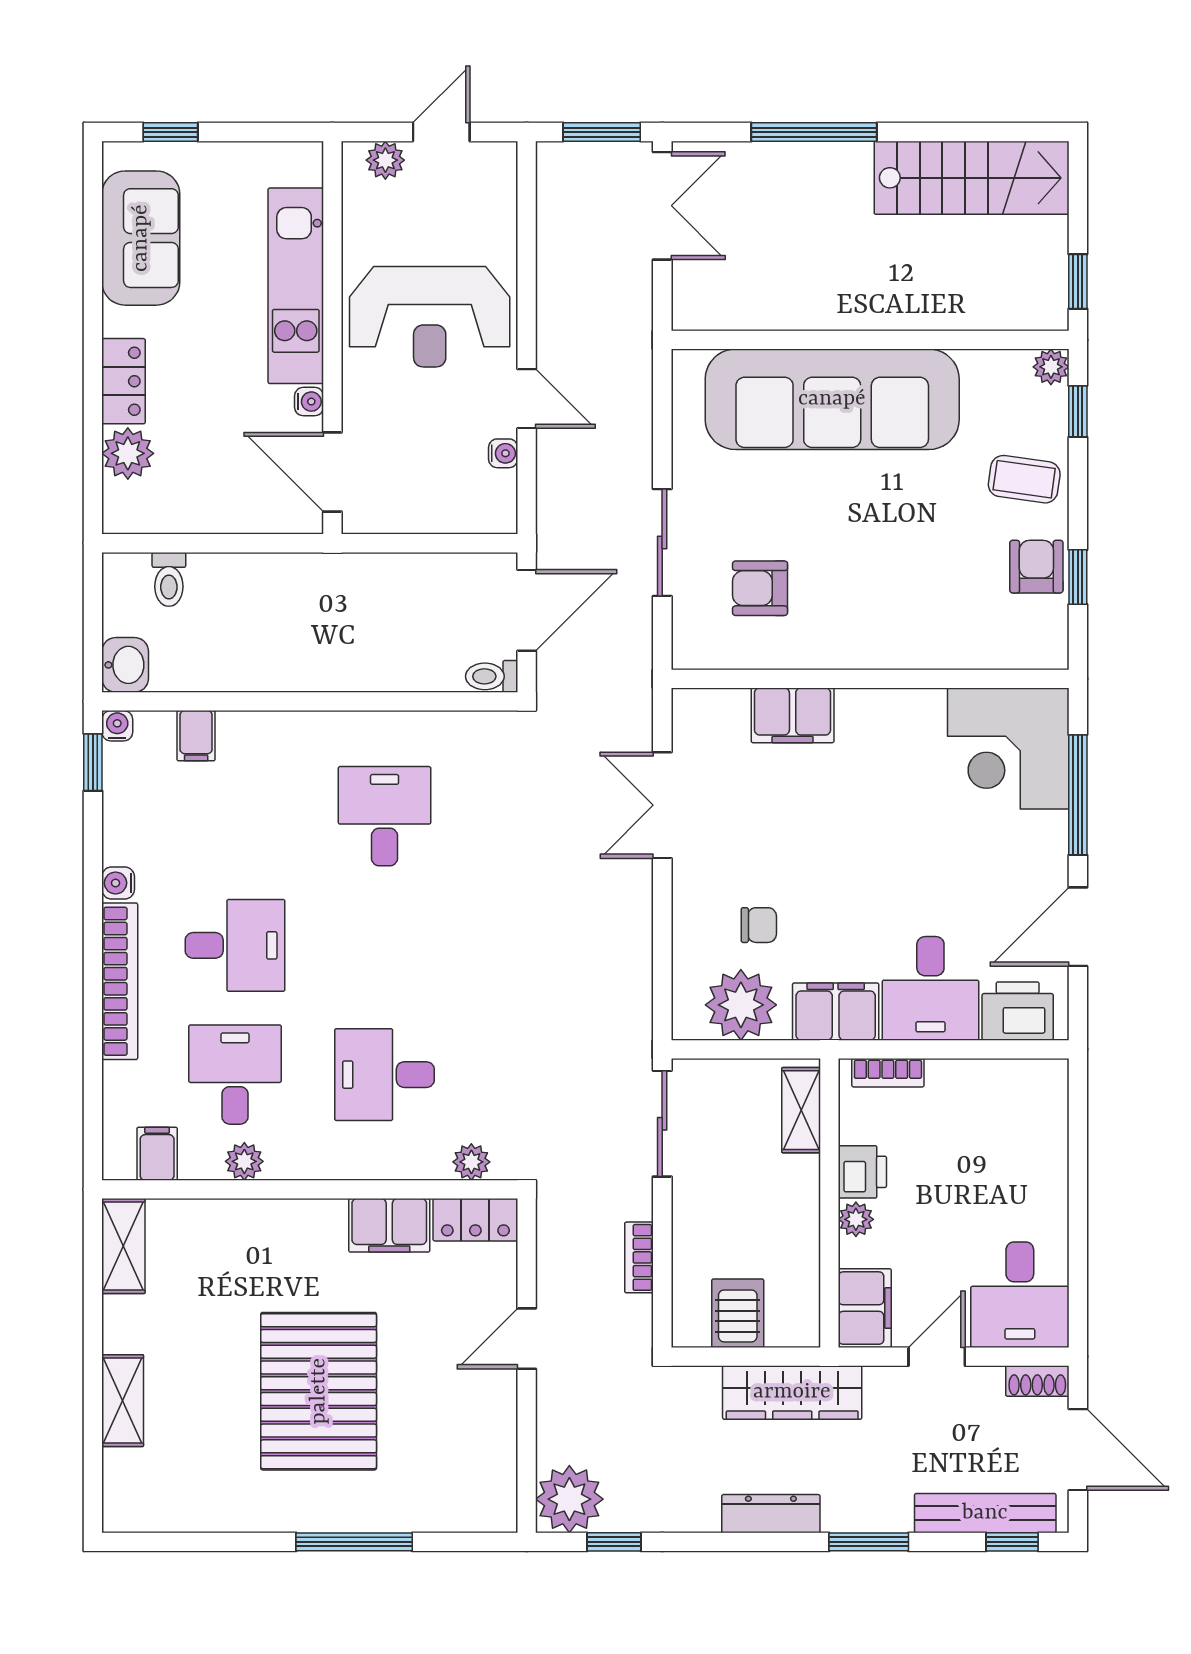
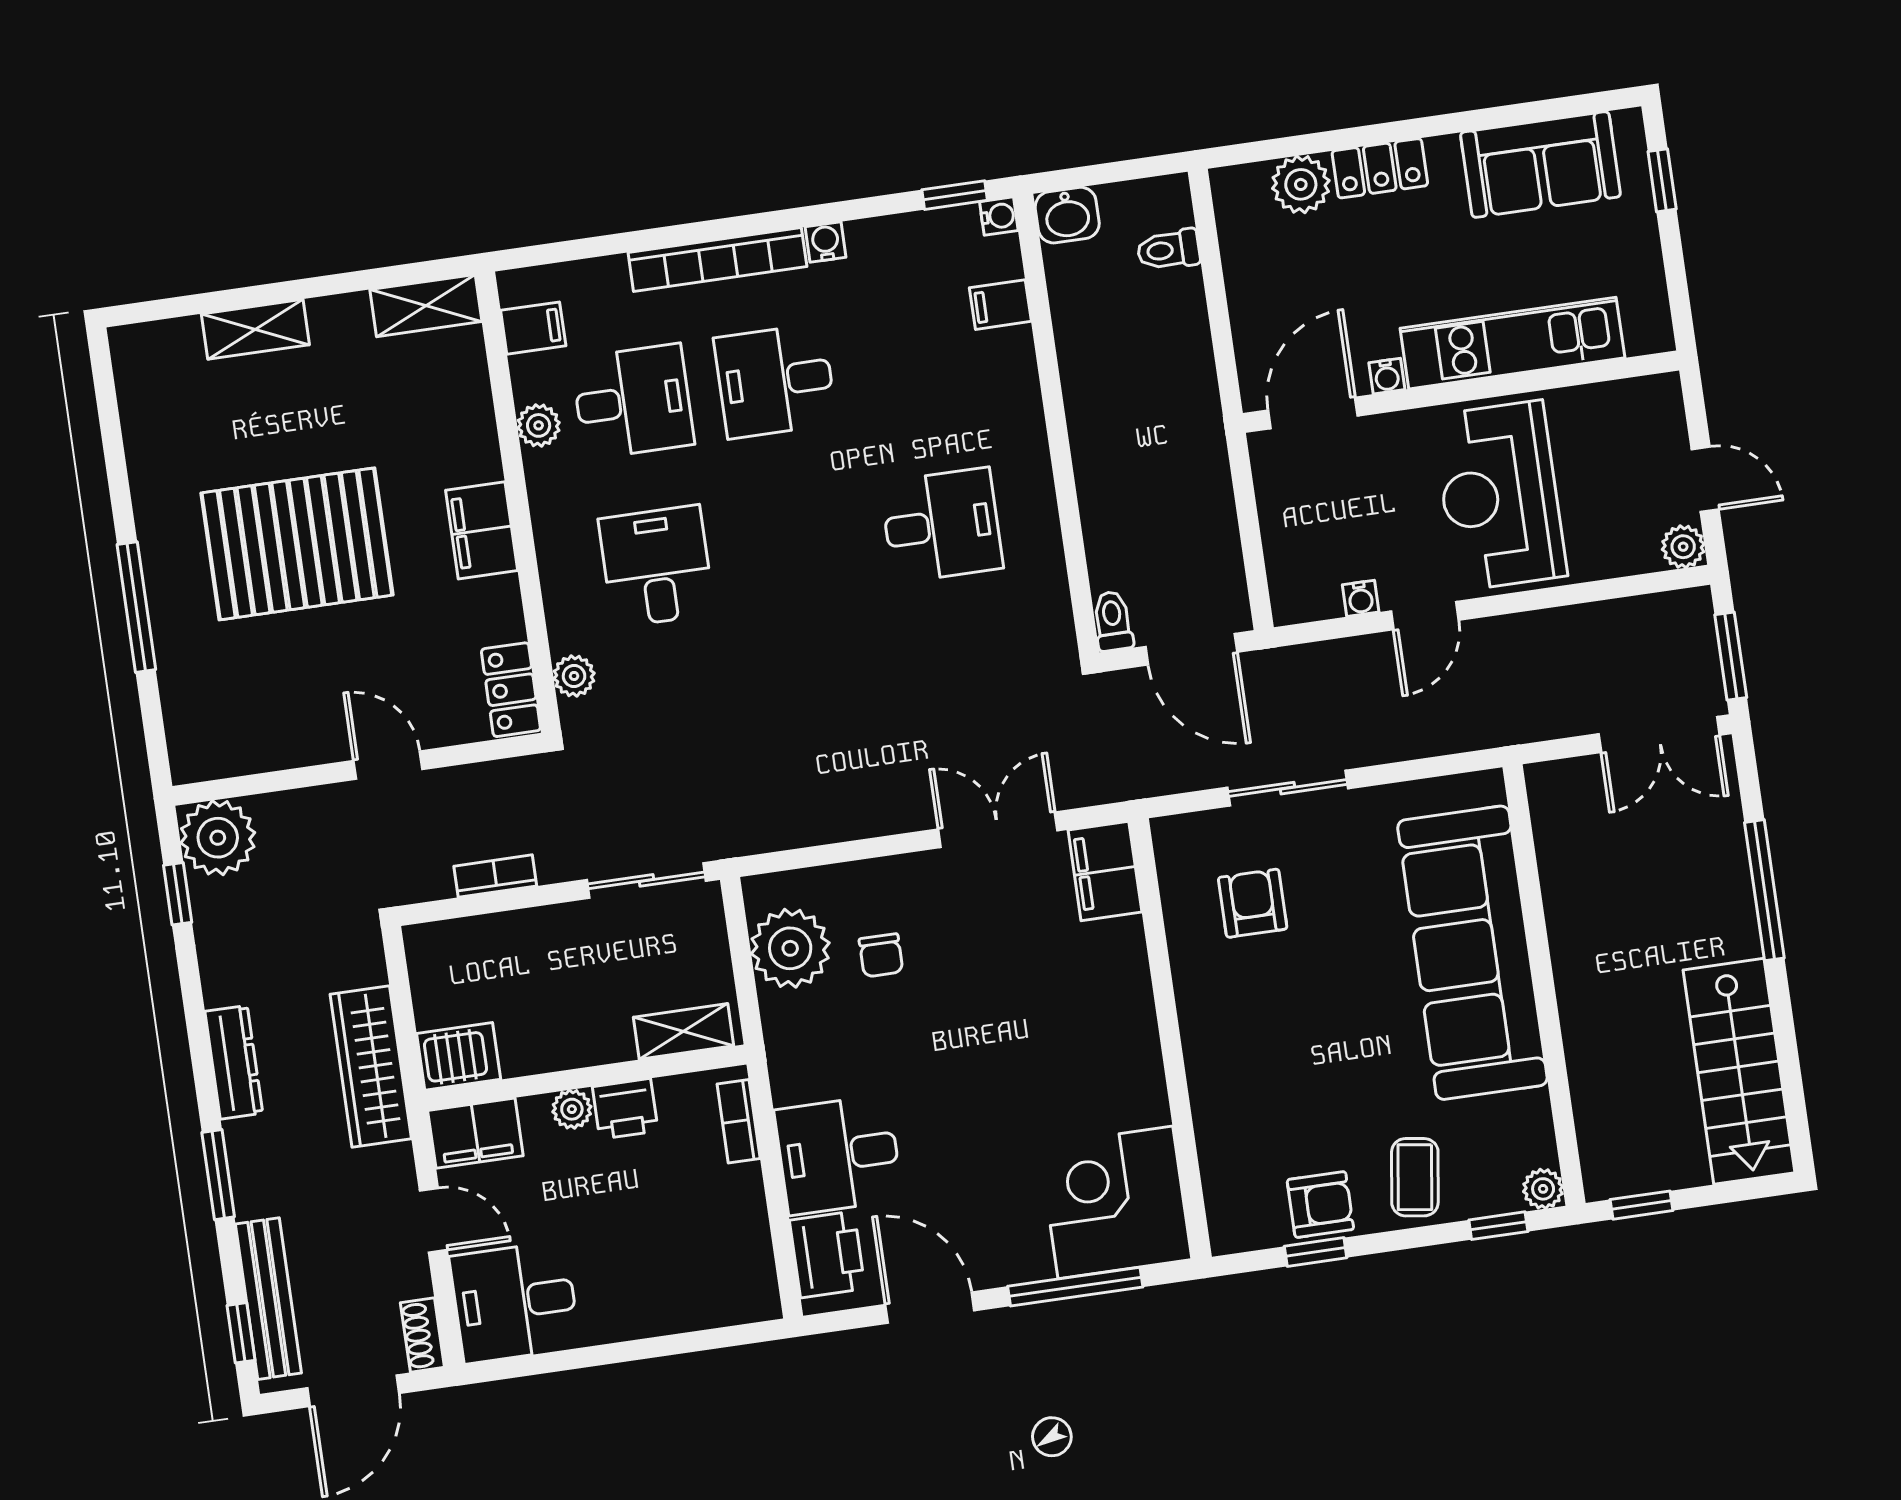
plant: (385, 160) -> (1683, 547), moved
filing cabinet: (793, 715) -> (1105, 871), moved
desk: (235, 945) -> (775, 381), turned 90
filing cabinet: (836, 1012) -> (798, 1054), removed
filing cabinet: (389, 1225) -> (482, 530), moved
server rack: (738, 1313) -> (459, 1056), moved

